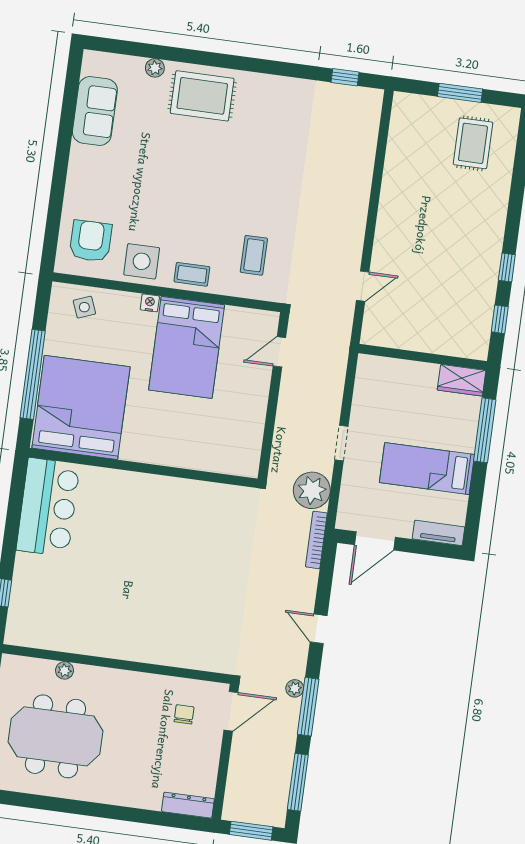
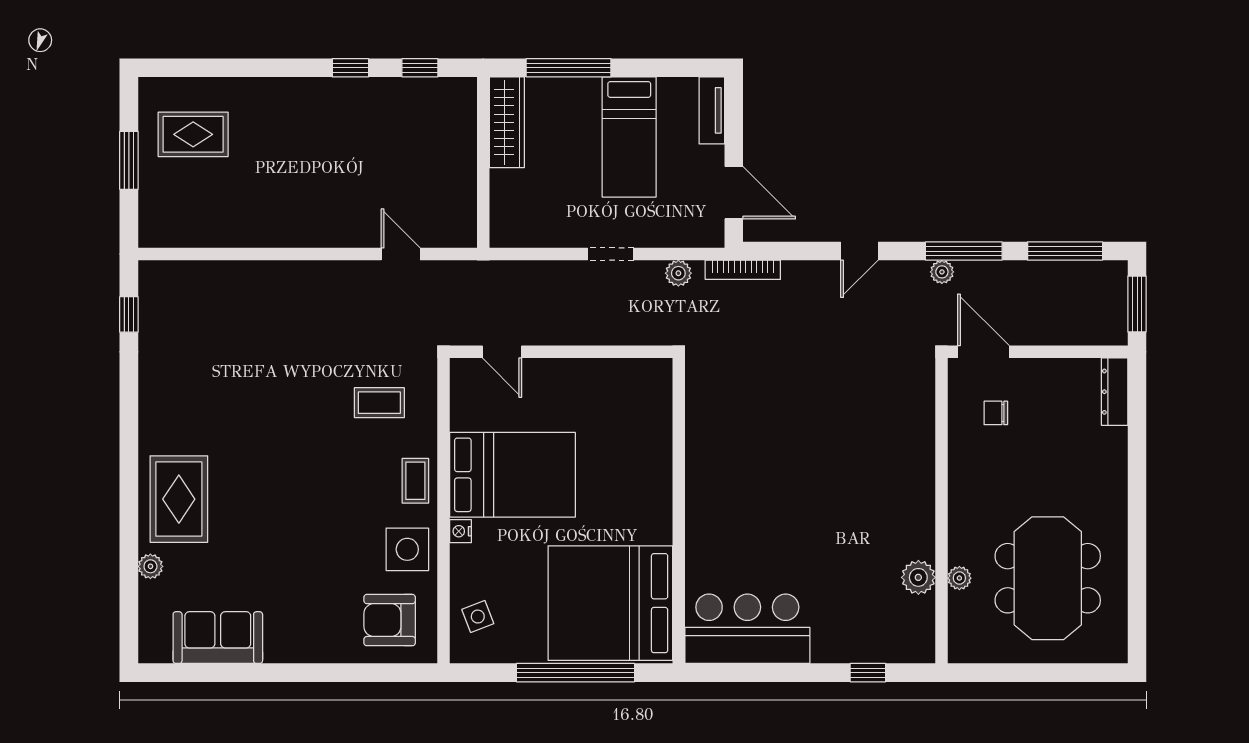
wardrobe: (462, 380) -> (507, 122), width x1.50
plant: (312, 490) -> (678, 273), width x0.53, depth x0.53
plant: (69, 640) -> (918, 577), added

